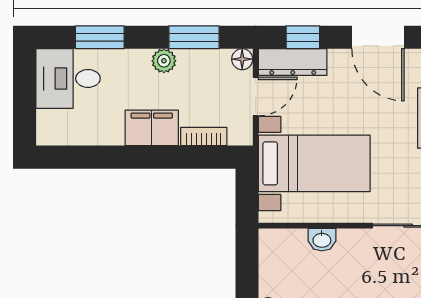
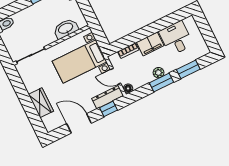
window: (194, 37) -> (162, 83), moved
desk: (68, 78) -> (176, 38), moved, turned -90
door: (256, 96) -> (116, 76), hinge flipped
washbasin: (322, 240) -> (66, 29), width x1.91, depth x1.45

